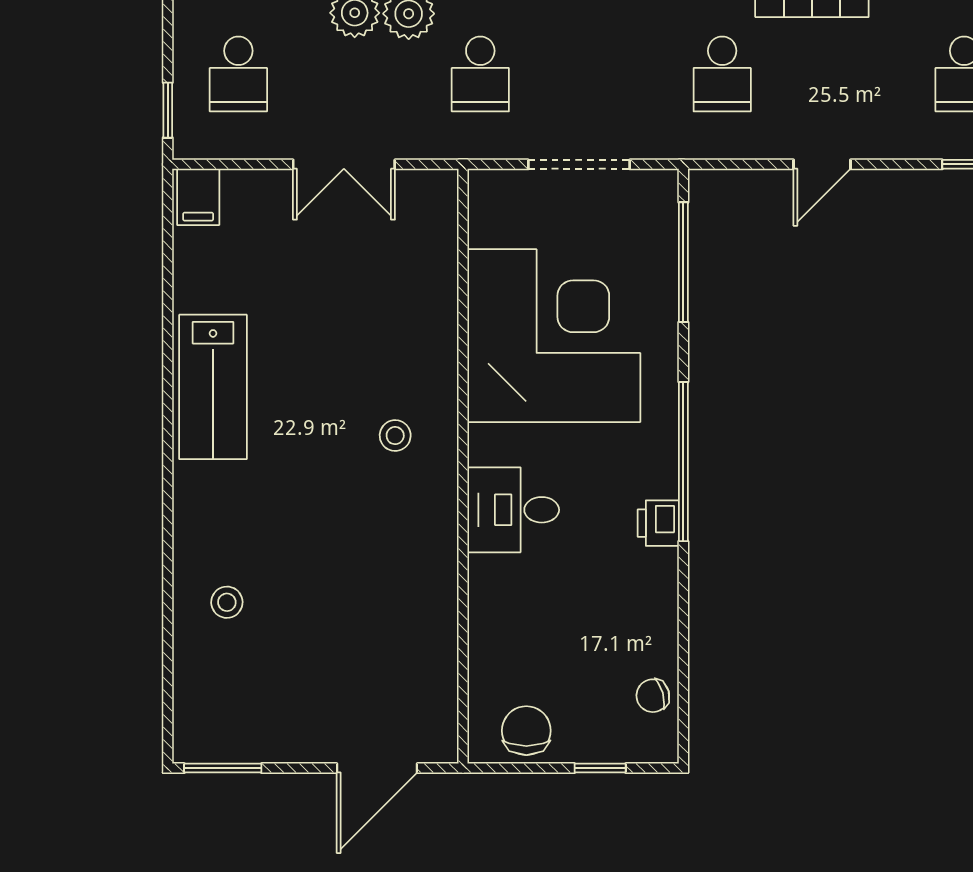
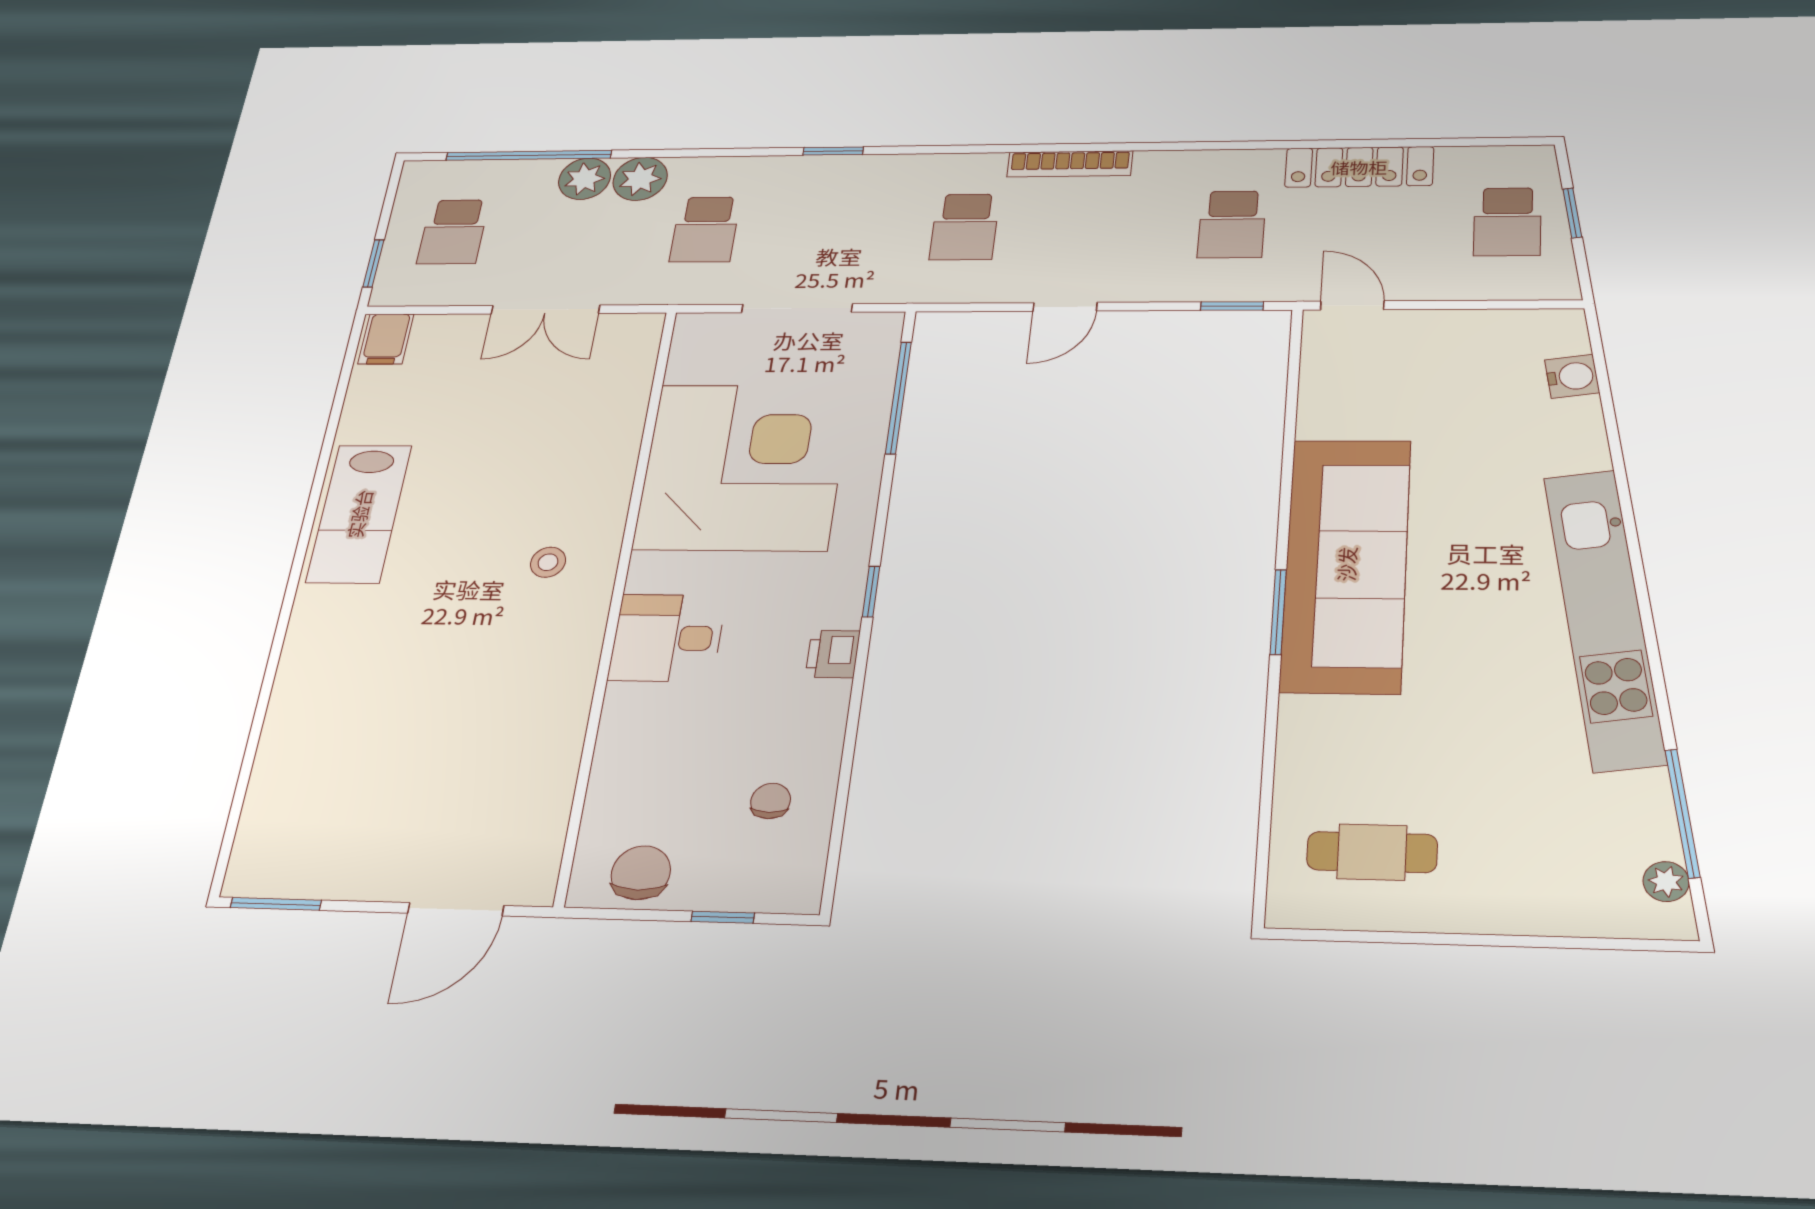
window: (683, 462) -> (871, 592), width x0.32
stool: (227, 602) -> (323, 727), removed
chair: (653, 696) -> (771, 801), moved, turned 106

